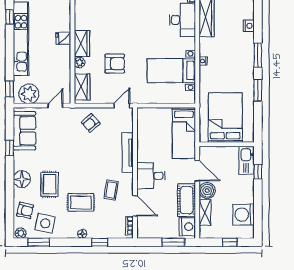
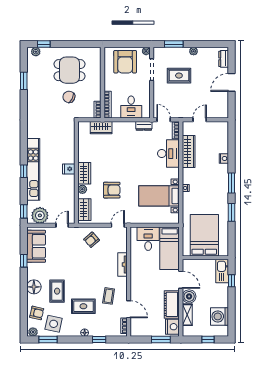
window: (10, 17) -> (24, 171), moved
tv unit: (128, 153) -> (122, 265), width x0.71
desk: (151, 176) -> (148, 239), moved, turned 90

